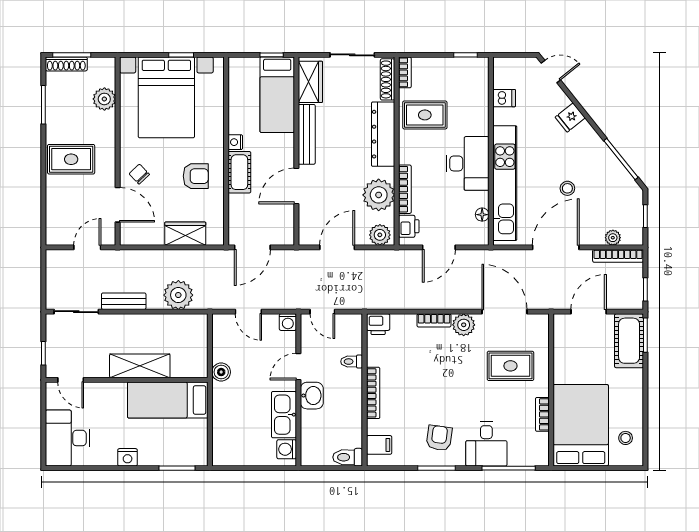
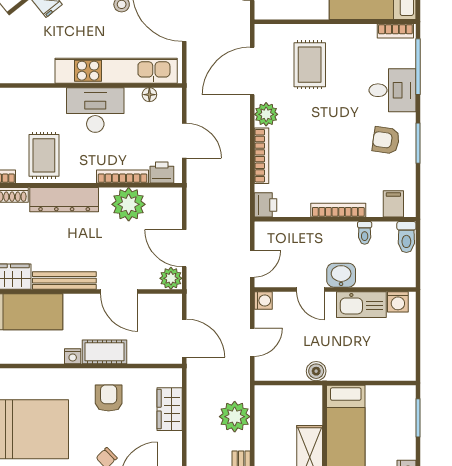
dishwasher: (504, 98) -> (26, 71), removed
plant: (380, 235) -> (171, 278), moved
bookcase: (434, 320) -> (262, 156), width x1.56
toilet: (352, 362) -> (365, 233), moved
bookcase: (542, 414) -> (395, 31), moved

